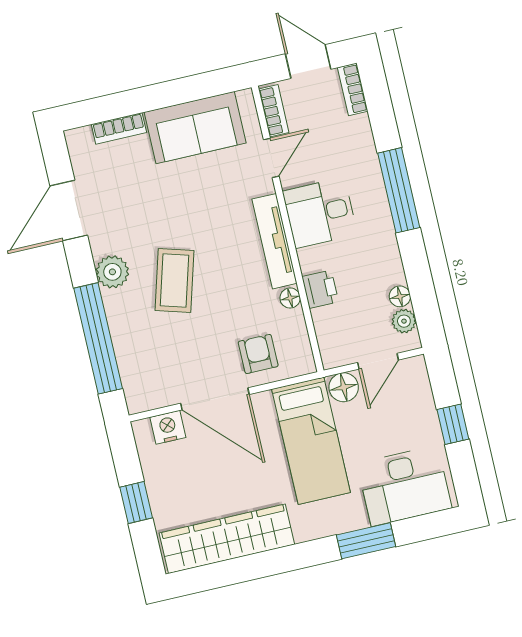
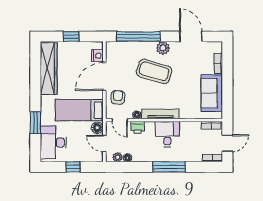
door: (271, 158) -> (120, 120), moved
coffee table: (175, 280) -> (154, 71), width x1.36, depth x1.32
armchair: (258, 354) -> (118, 97), turned -90

